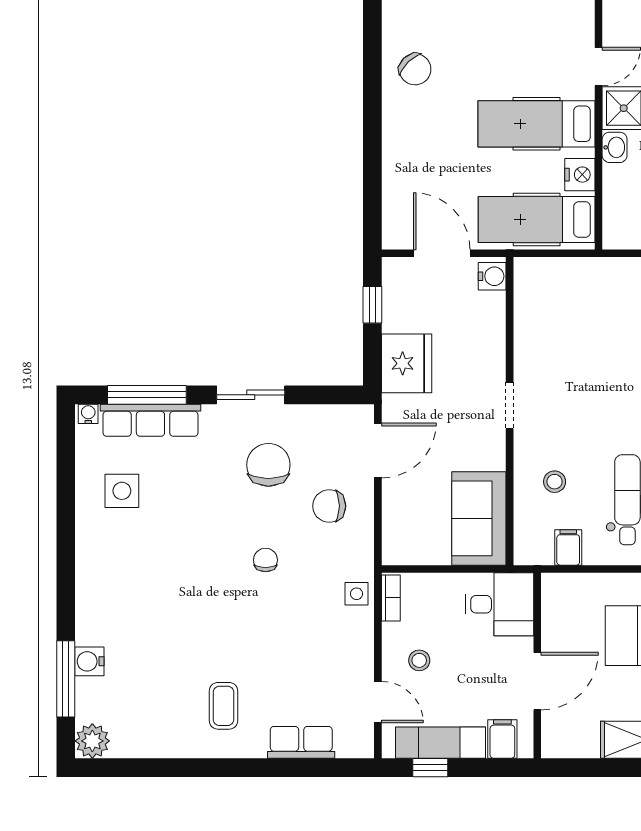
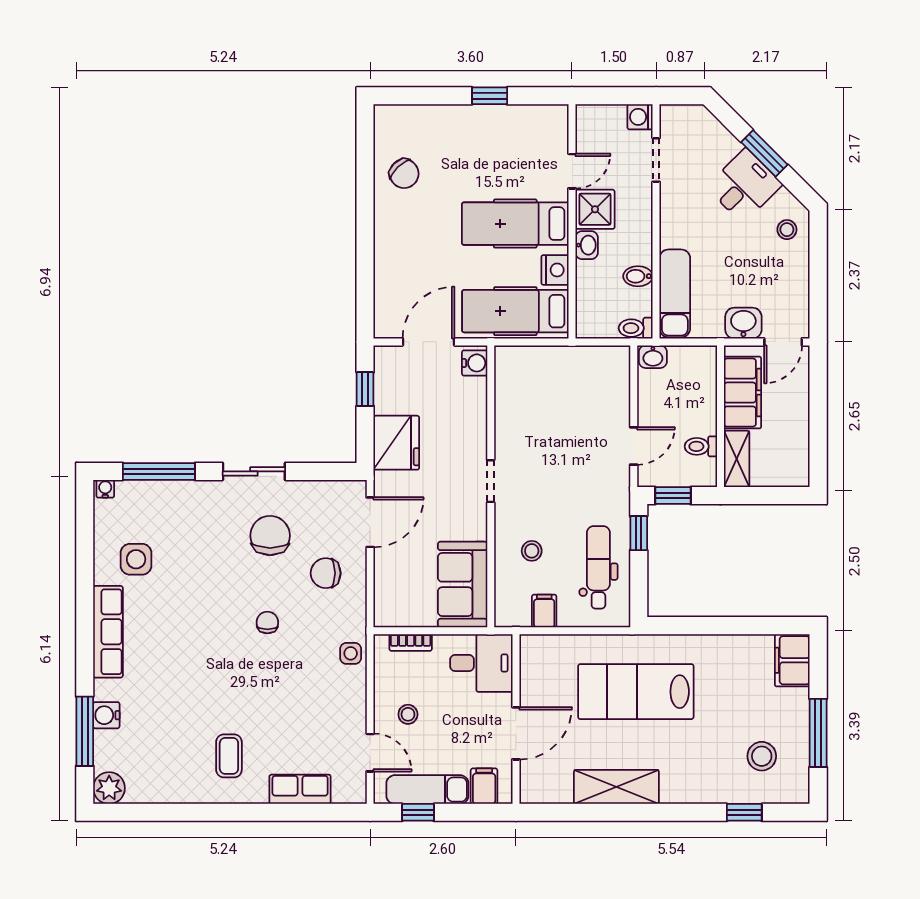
door: (442, 253) -> (429, 342), hinge flipped
row of seats: (150, 420) -> (108, 632), moved, turned -90
bookcase: (391, 598) -> (411, 643), moved, turned 90

